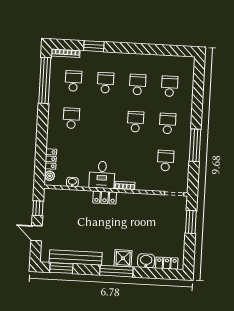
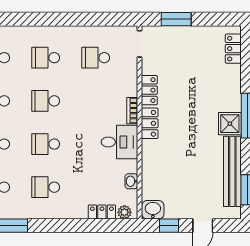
school desk: (103, 120) -> (46, 144), added
window: (195, 145) -> (73, 19), removed
locker: (105, 197) -> (150, 123), moved
locker: (139, 199) -> (149, 90), added
shower: (123, 258) -> (230, 124), moved
washbasin: (146, 261) -> (153, 210), moved, turned 90

